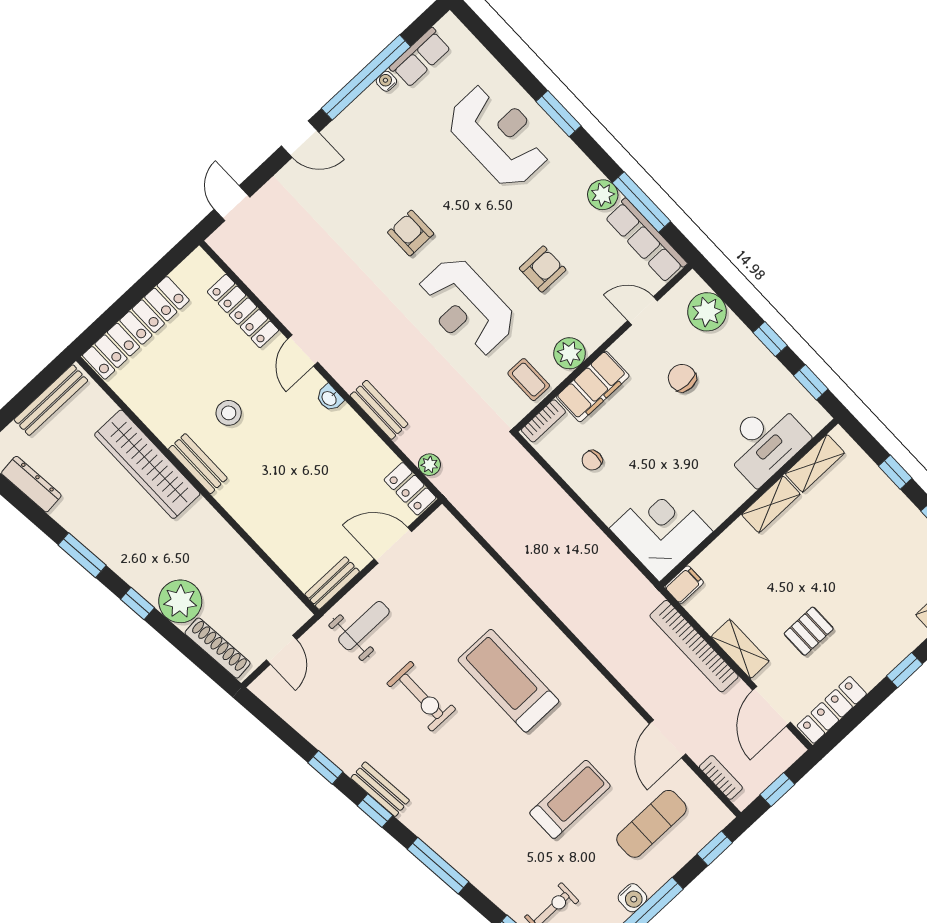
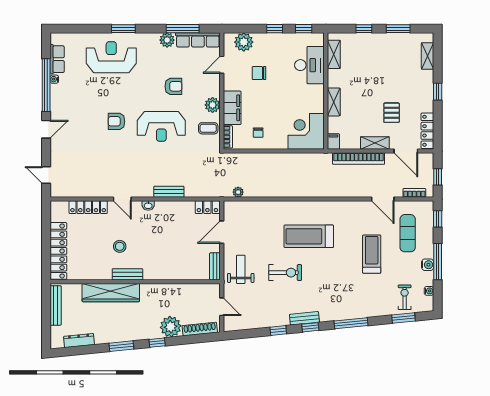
armchair: (543, 269) -> (173, 86), turned 90
plant: (429, 465) -> (238, 192), moved
shelving: (771, 504) -> (334, 102), moved

